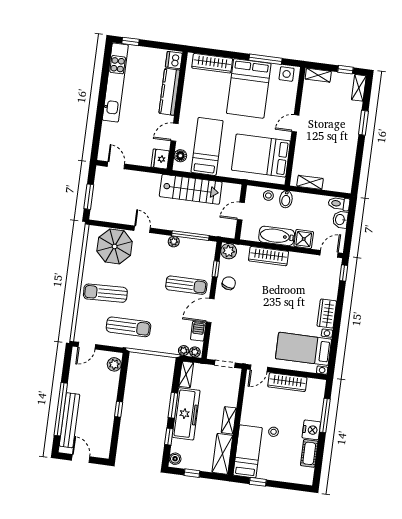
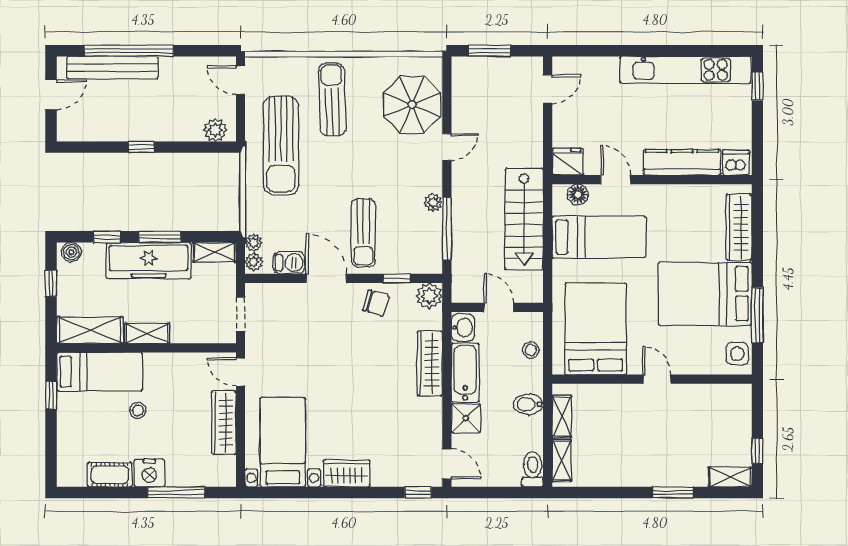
shelving: (318, 75) -> (562, 461), moved
bidet: (286, 199) -> (528, 404), moved
washbasin: (340, 220) -> (463, 328), moved, turned 90
sun lounger: (128, 327) -> (281, 146), width x1.36, depth x1.34

